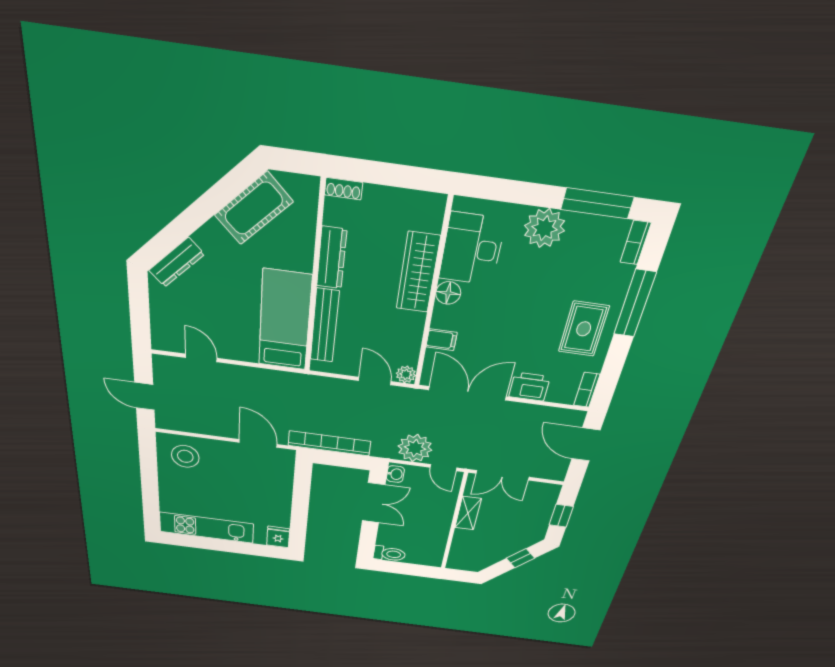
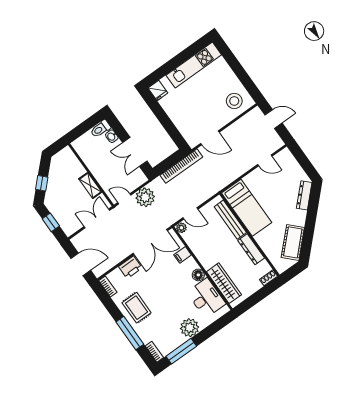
wardrobe: (418, 273) -> (224, 283), moved
washbasin: (395, 474) -> (112, 136), moved

